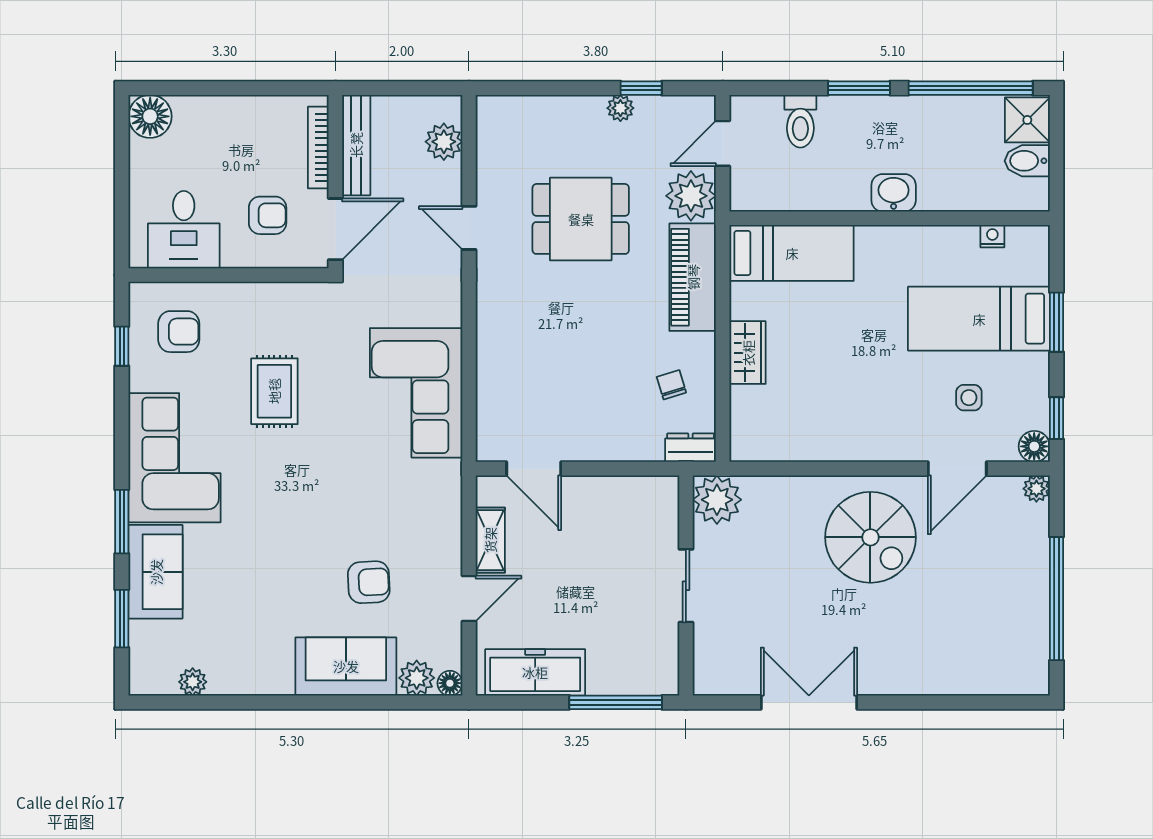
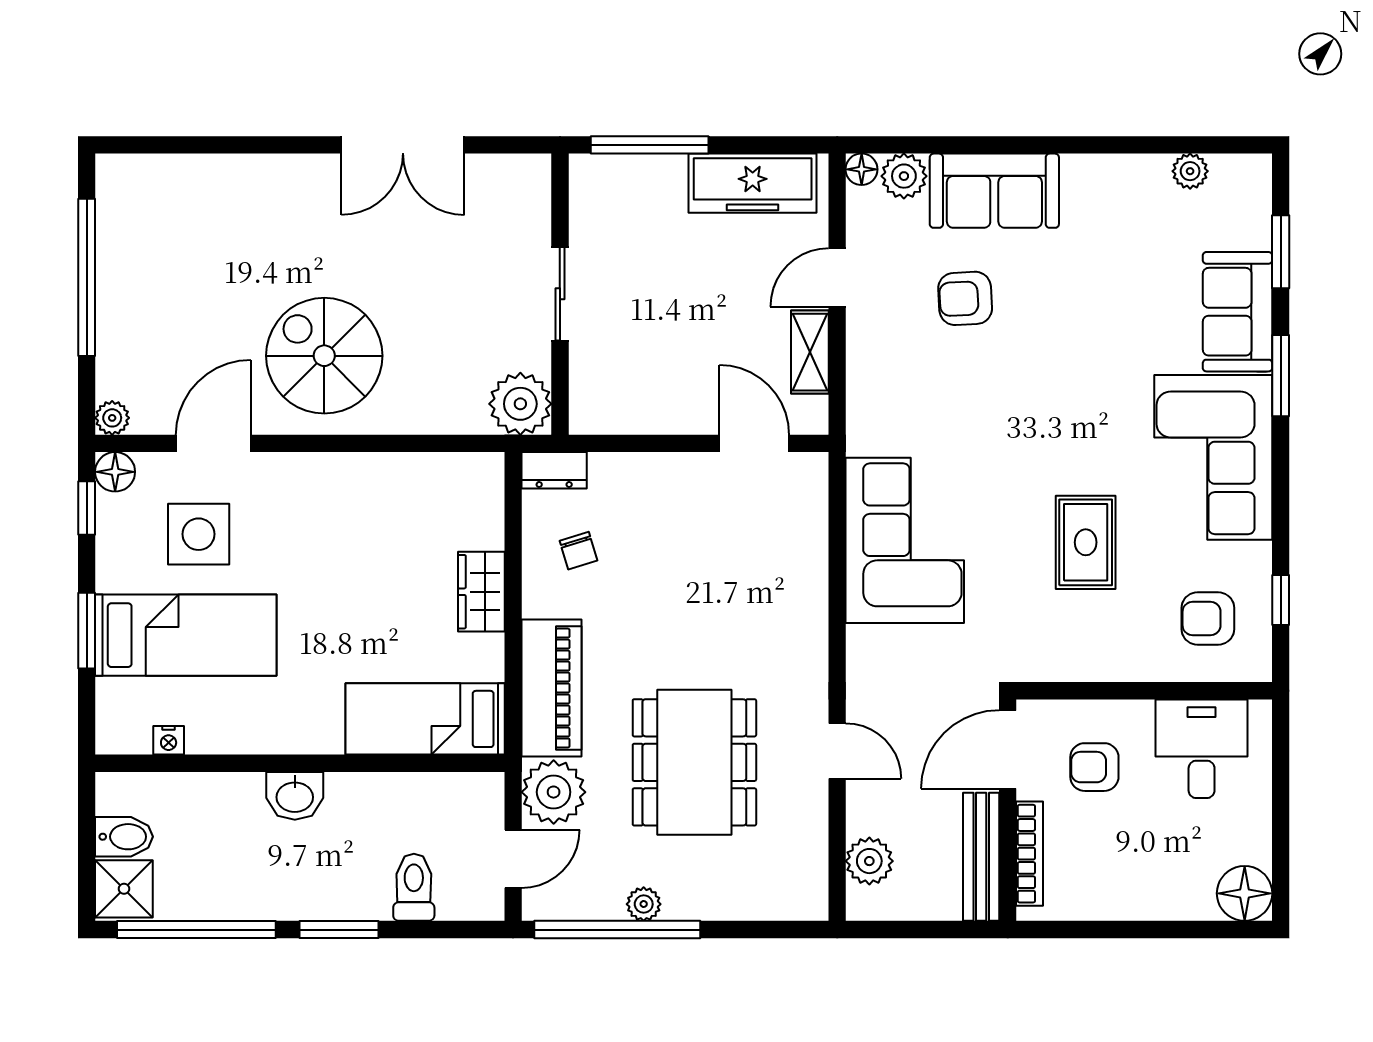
window: (641, 88) -> (617, 930), width x3.17
dining table: (581, 219) -> (694, 762), width x1.38
side table: (969, 398) -> (199, 534), width x1.87, depth x1.87

